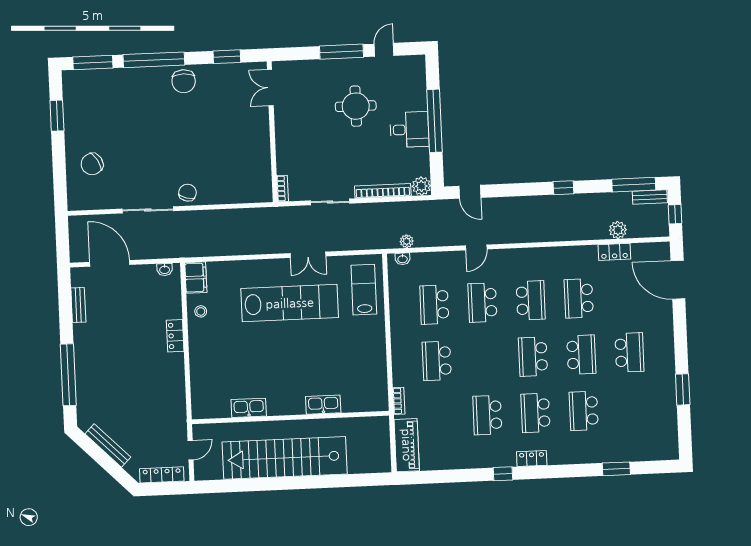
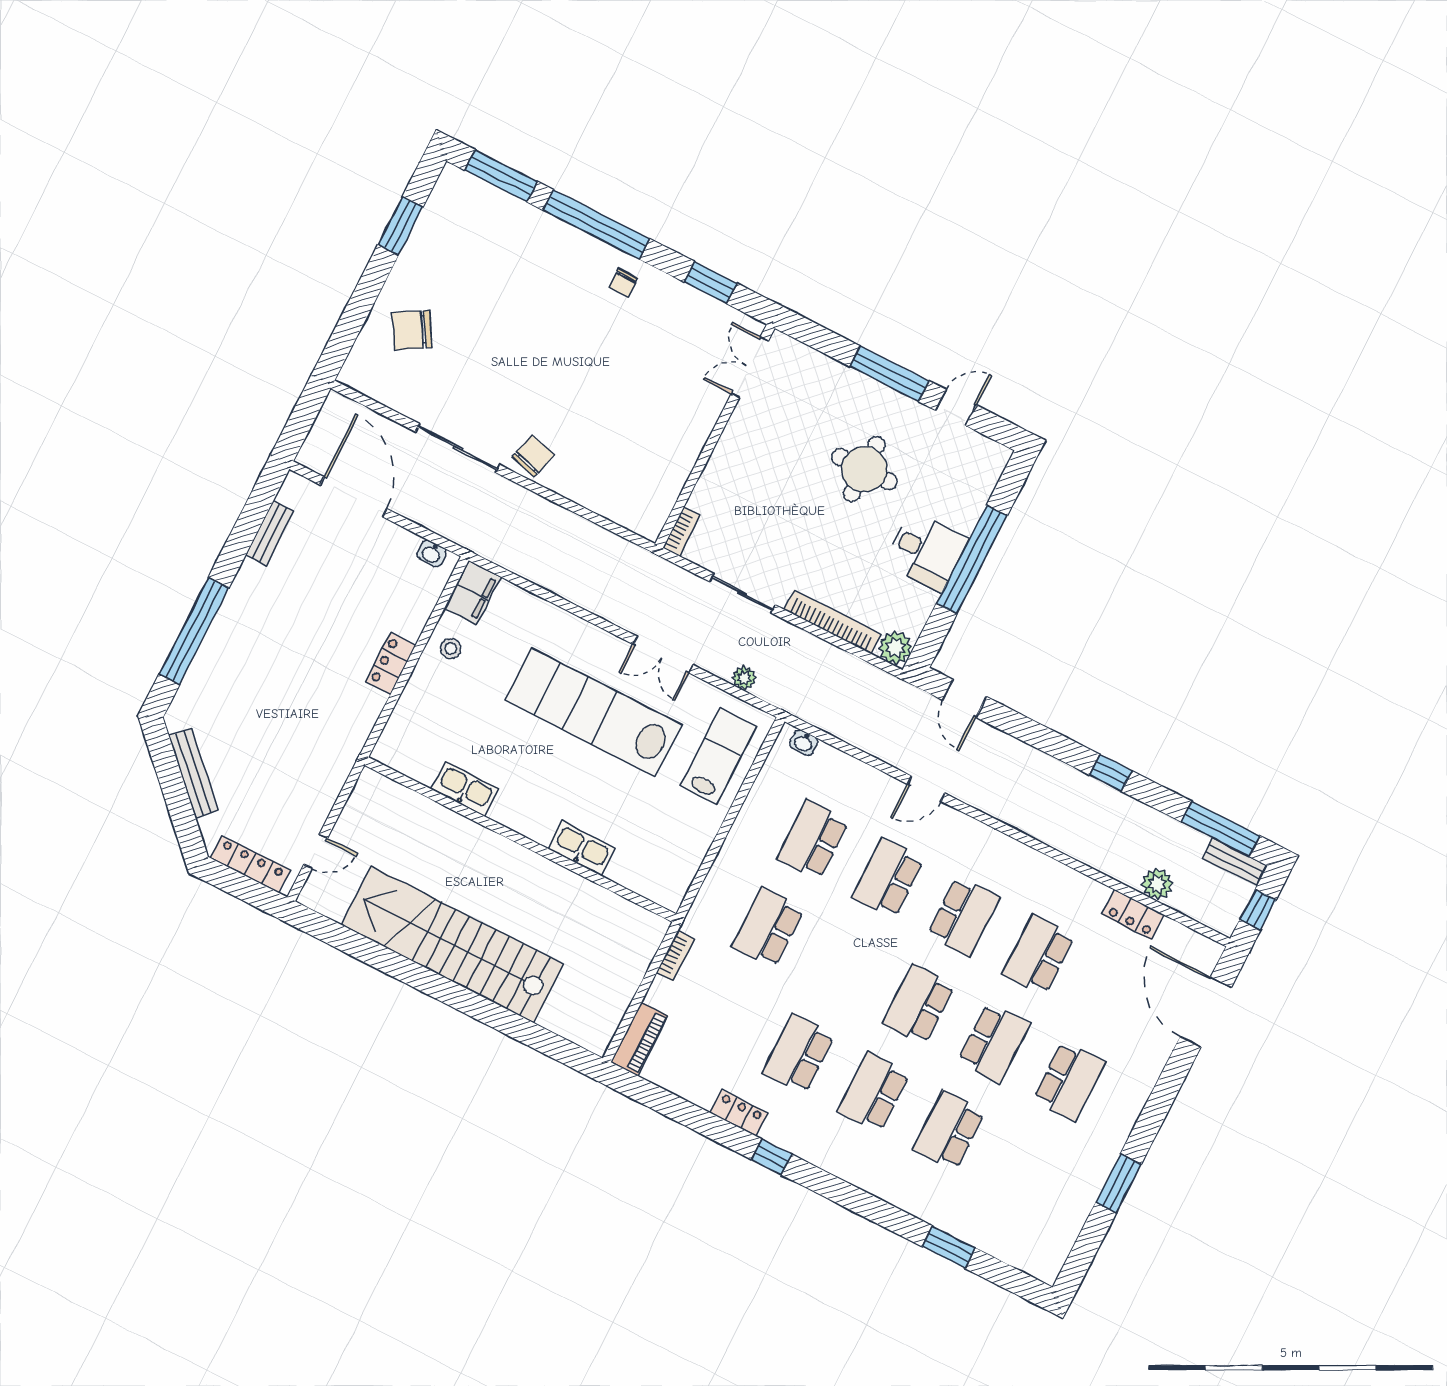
chair: (184, 81) -> (623, 283), width x0.54, depth x0.54
plant: (407, 241) -> (744, 678), moved
lab bench: (290, 303) -> (593, 712), turned 180
kitchen sink: (323, 405) -> (582, 848), moved
kitchen sink: (249, 408) -> (465, 789), moved
wall: (290, 417) -> (520, 840), moved
piano: (407, 445) -> (639, 1039), width x0.73, depth x0.75
locker: (532, 459) -> (739, 1113), moved

